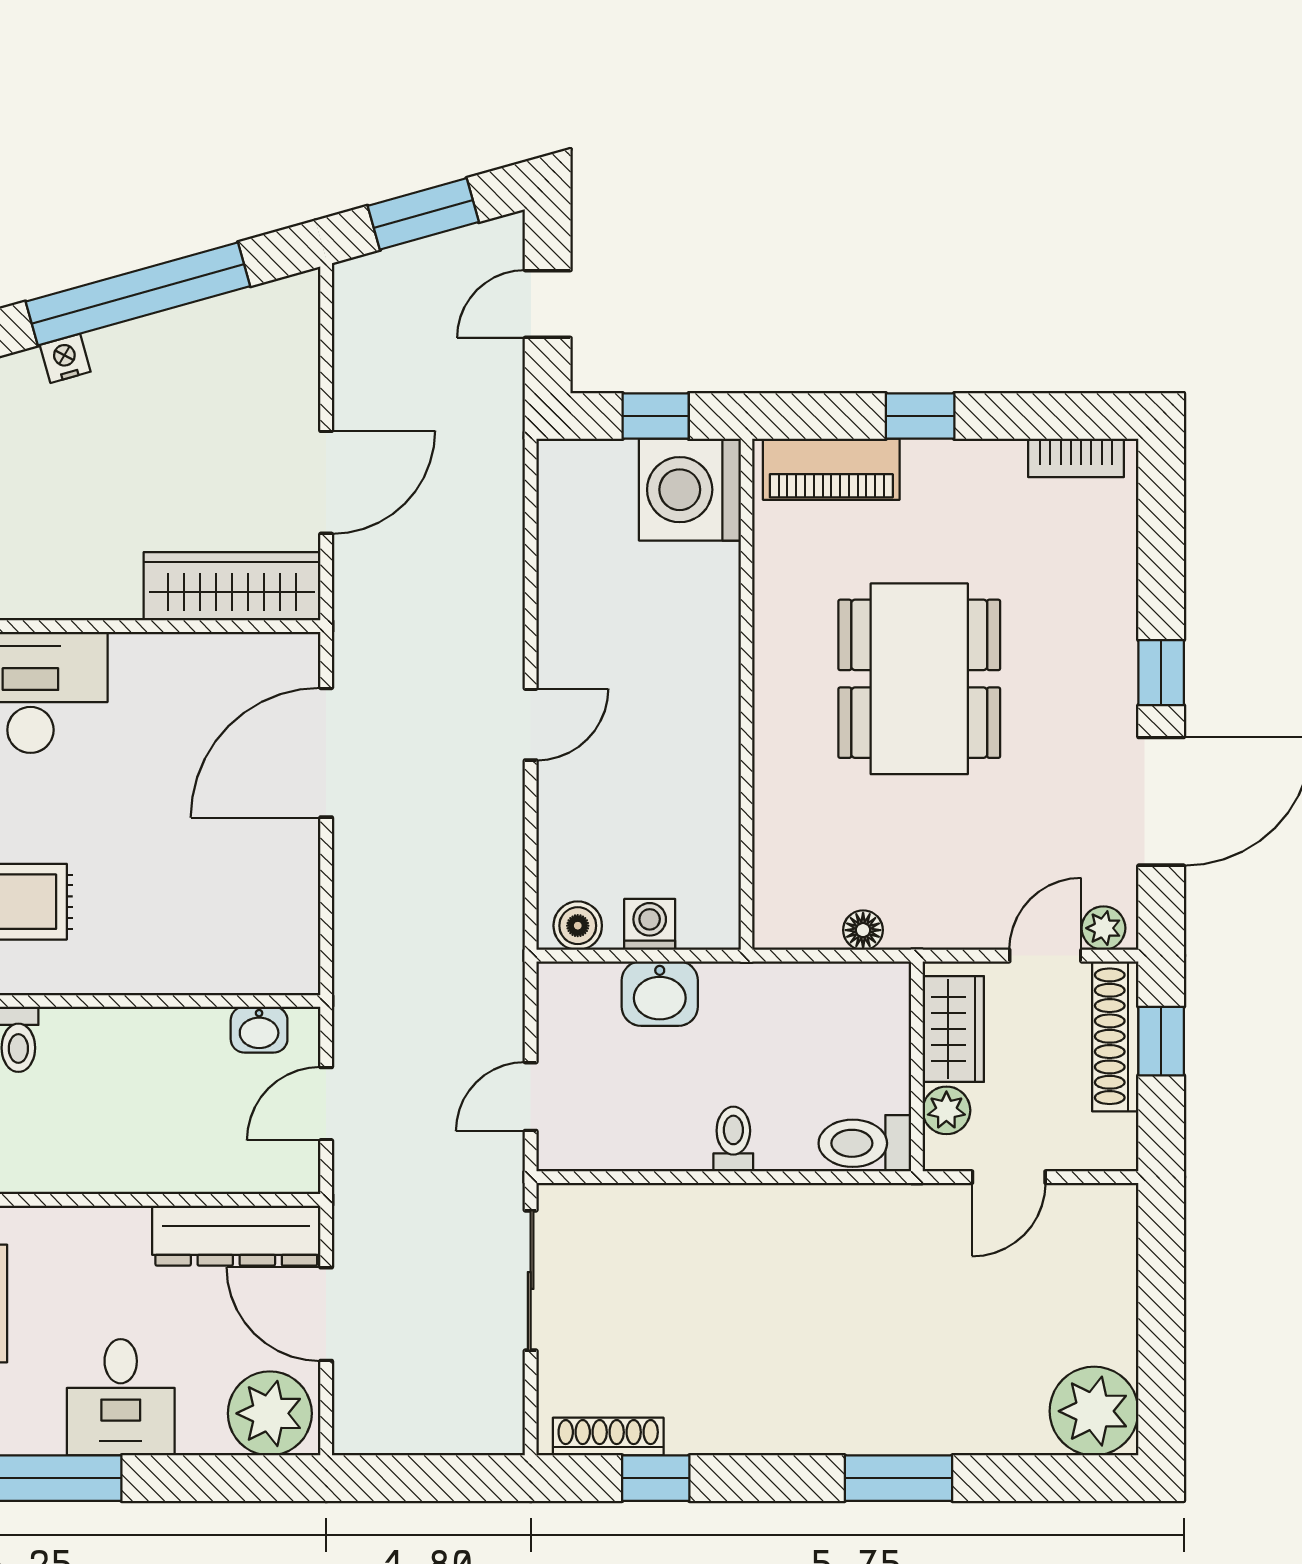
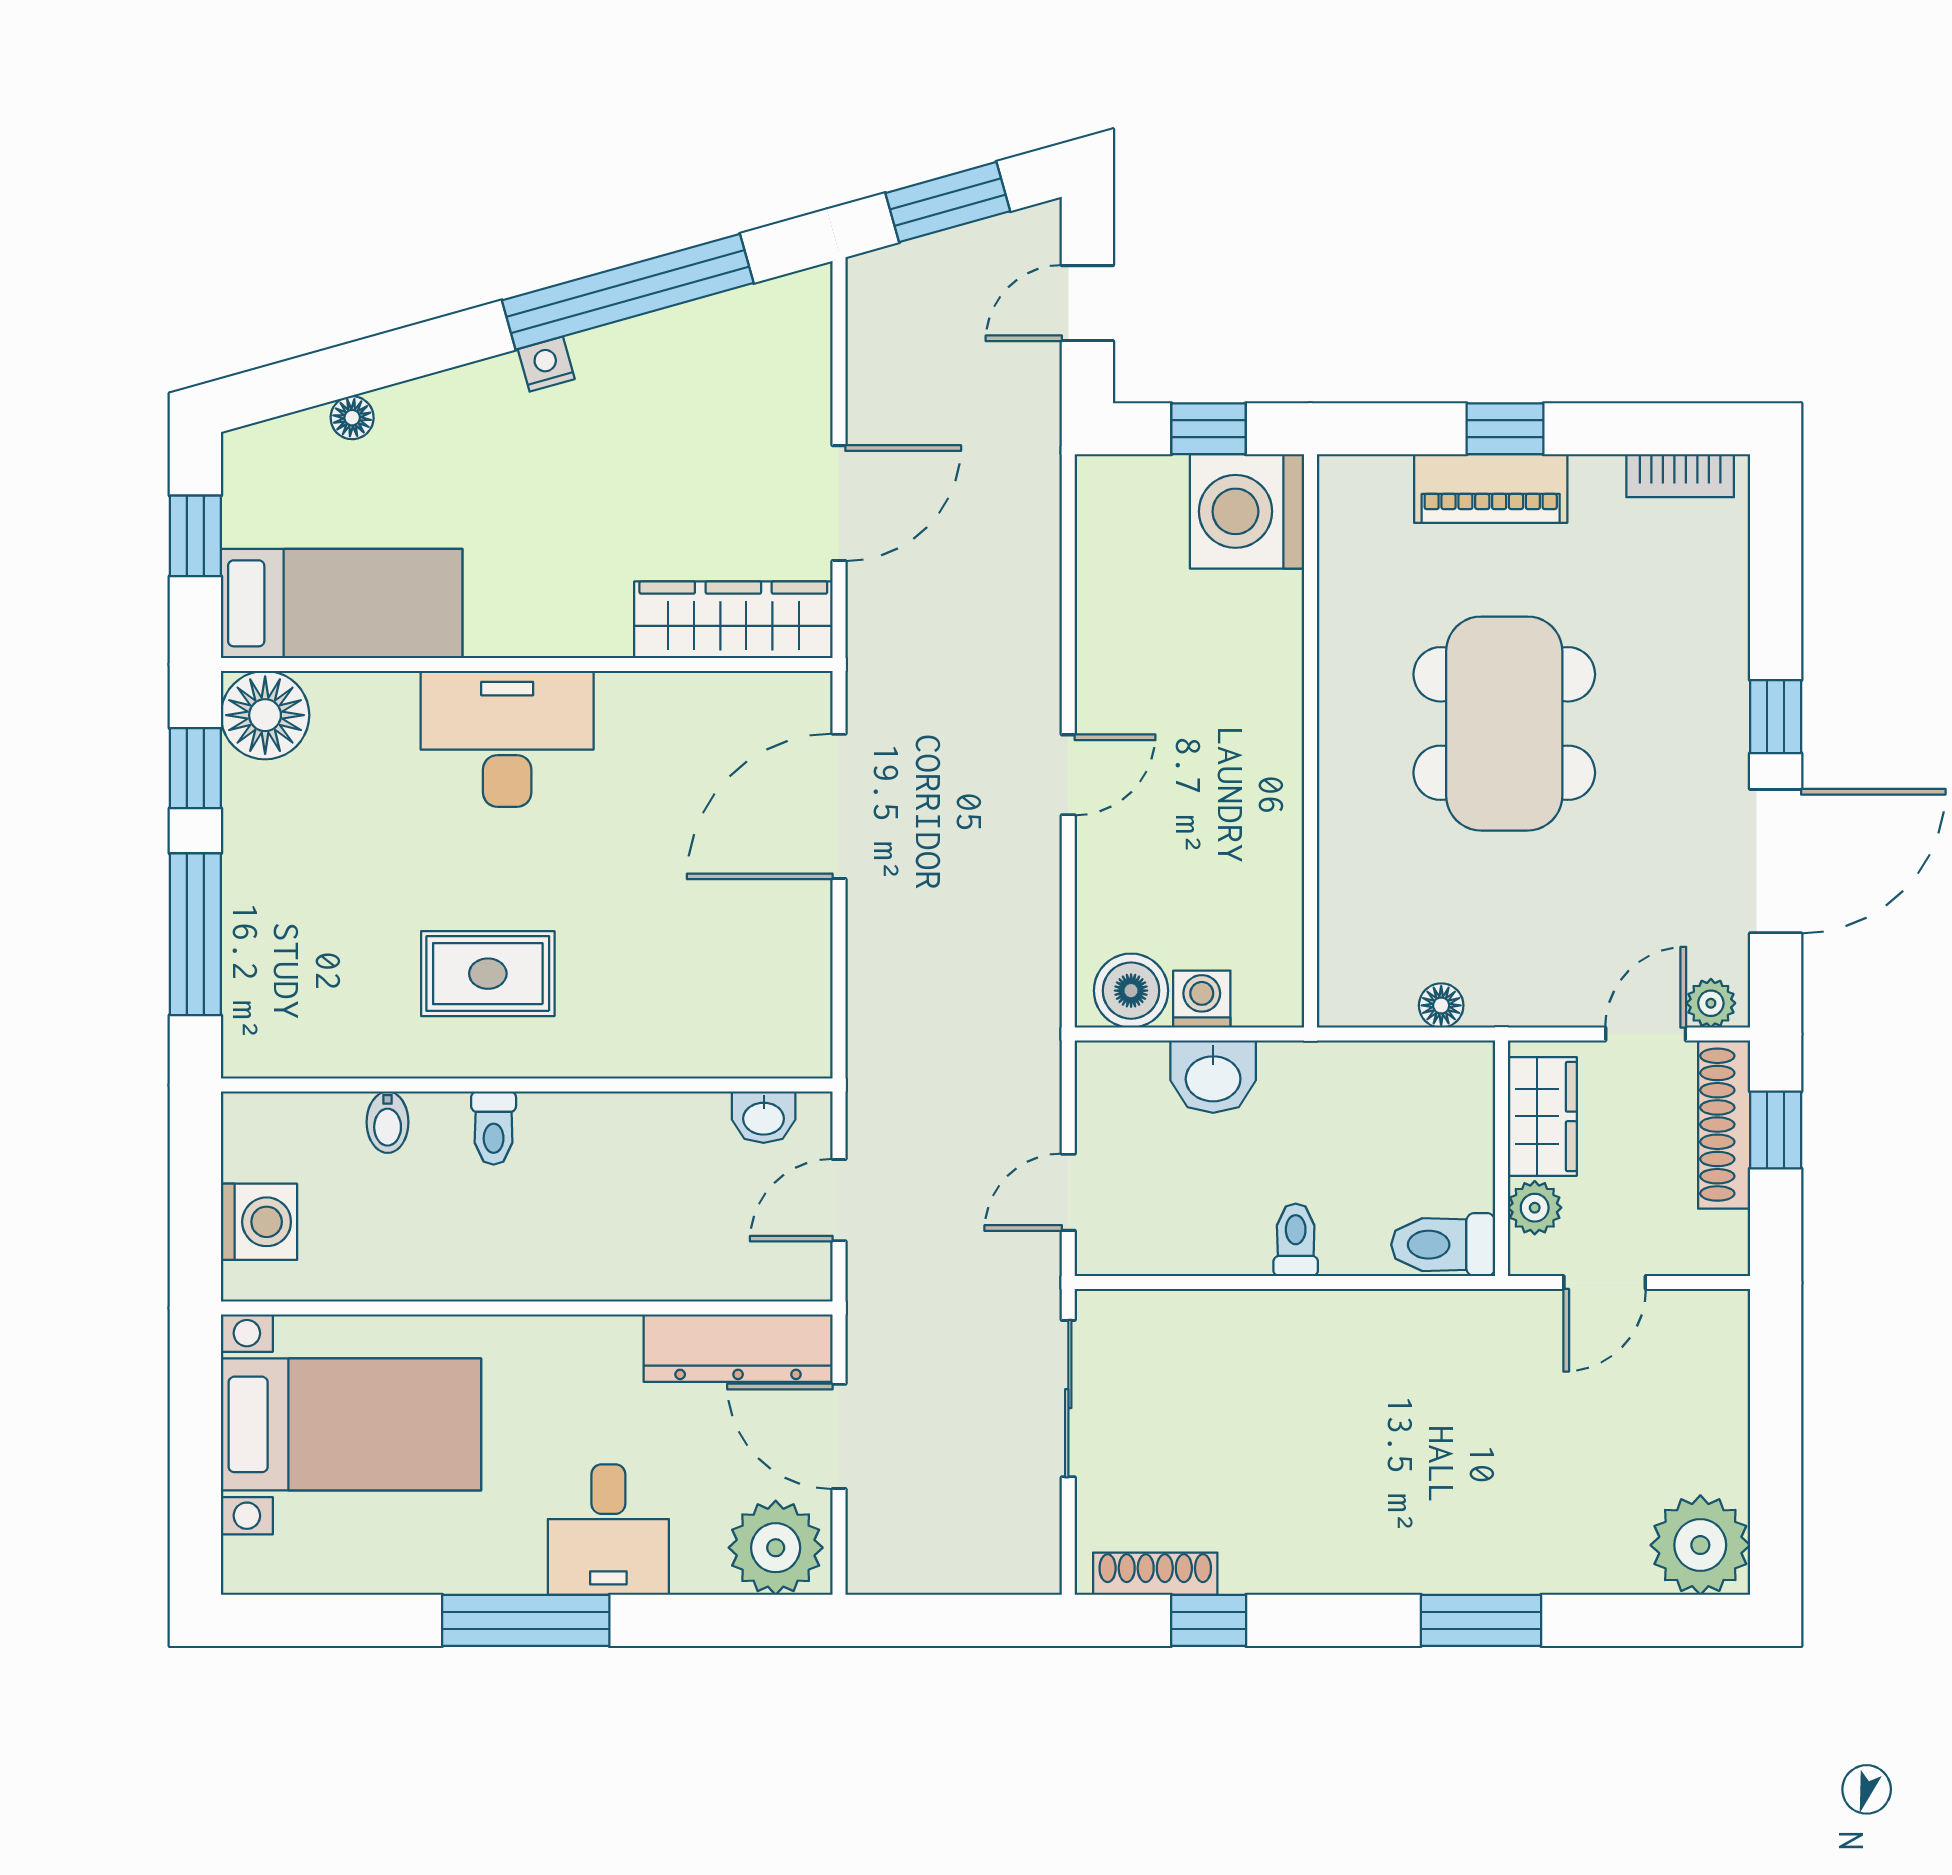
piano: (831, 469) -> (1491, 489), moved
boiler: (578, 926) -> (1131, 991), width x1.36, depth x1.36

